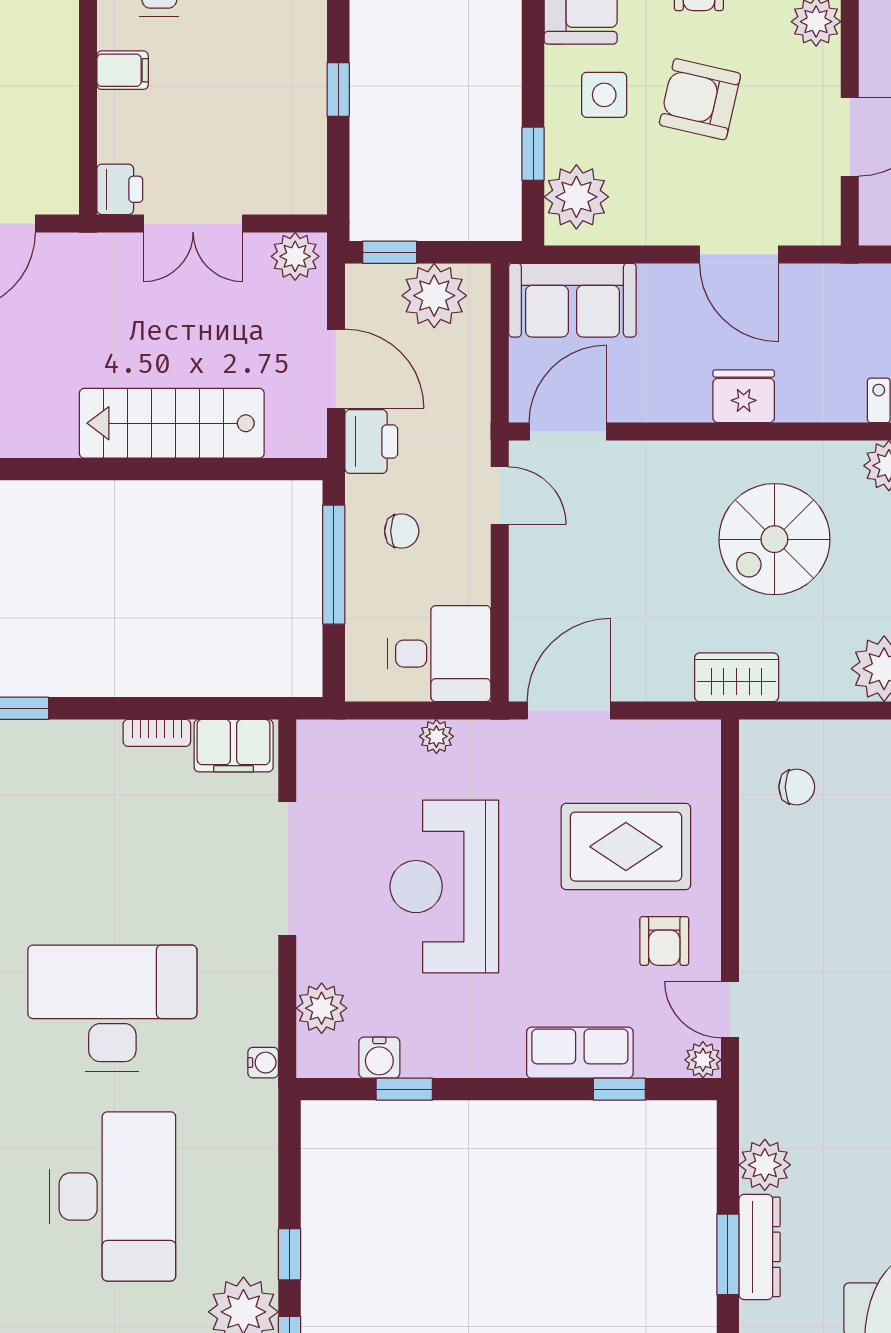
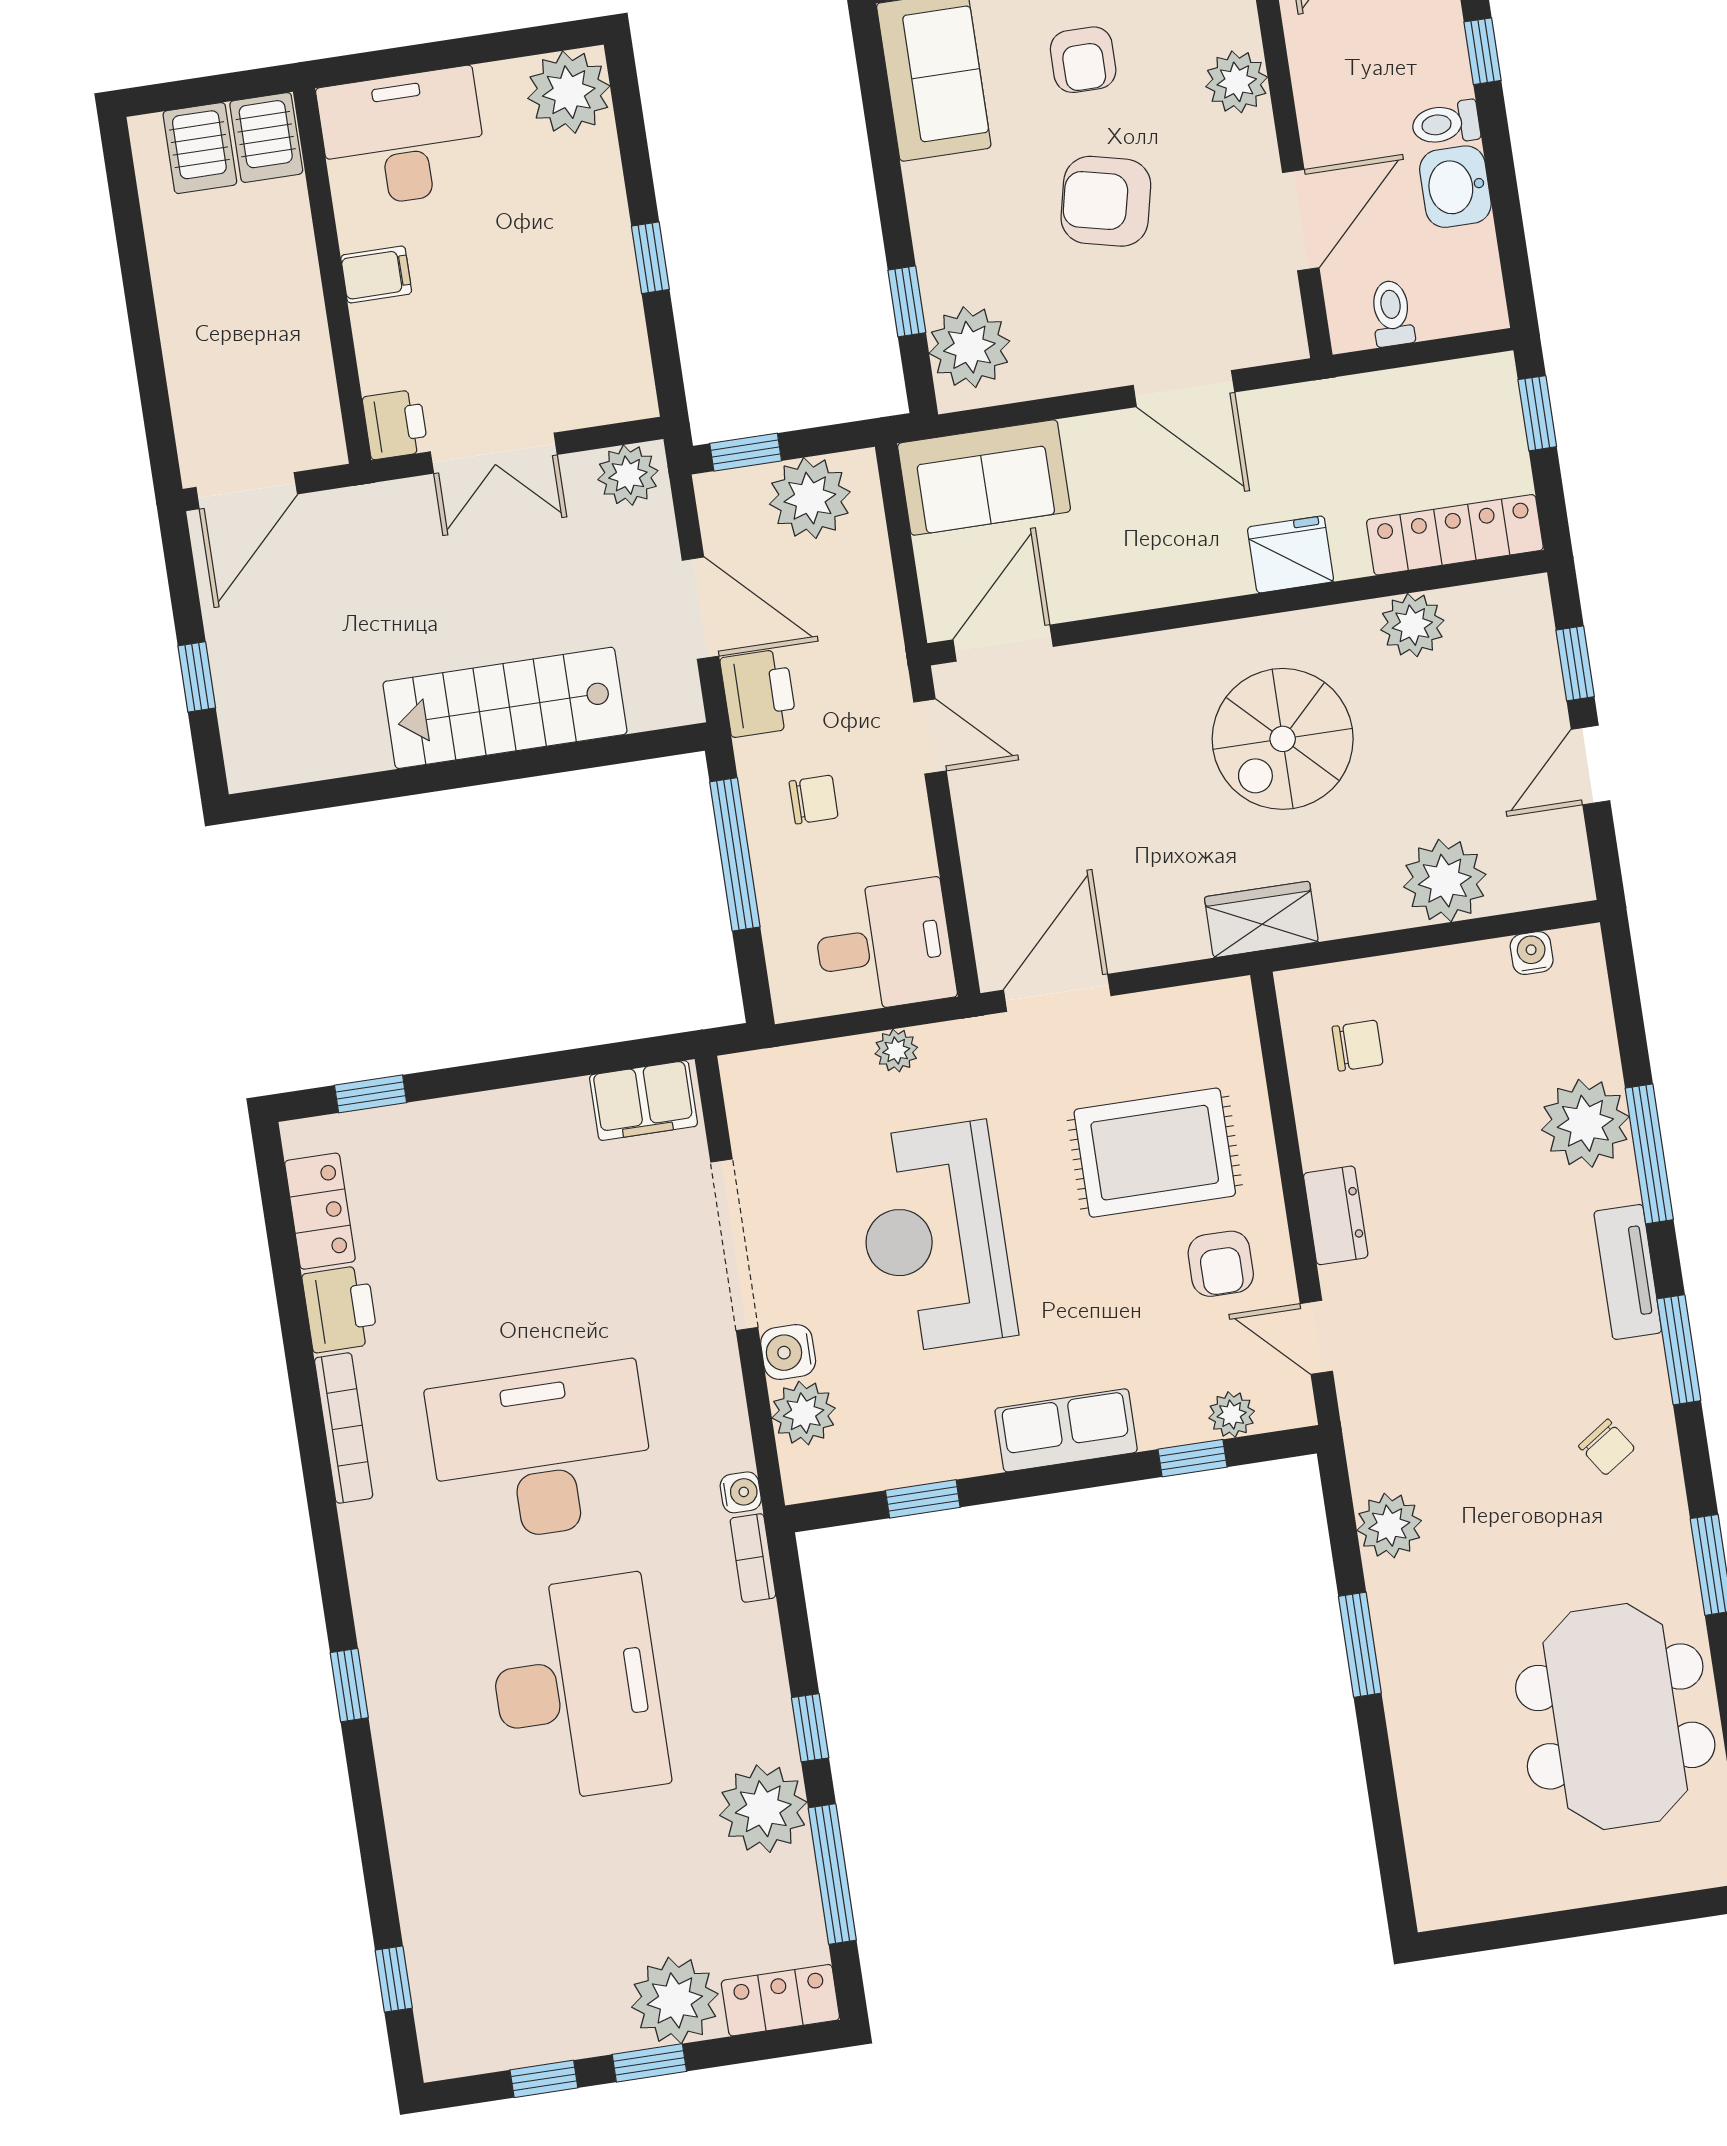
side table: (604, 95) -> (985, 214), removed
fridge: (744, 396) -> (1291, 554), moved
bookcase: (157, 733) -> (753, 1558), moved, turned 90
row of seats: (580, 1053) -> (1066, 1430), moved
water cooler: (379, 1058) -> (788, 1352), moved, turned 90
plant: (703, 1060) -> (1232, 1415), moved
dresser: (760, 1247) -> (1336, 1215), moved, width x0.70

